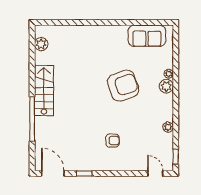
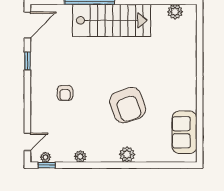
plant: (169, 74) -> (46, 157), moved
stairs: (44, 91) -> (112, 20), width x1.36, depth x1.51

